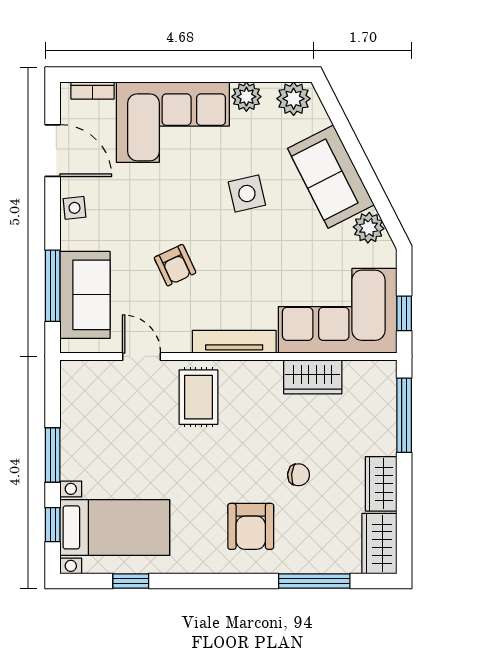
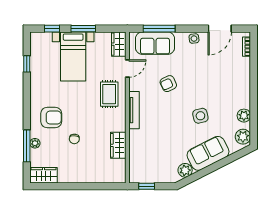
corner sofa: (173, 122) -> (232, 83), removed
corner sofa: (338, 311) -> (148, 156), removed
rug: (198, 397) -> (109, 94), turned 90
window: (404, 415) -> (101, 186), removed
wardrobe: (381, 484) -> (119, 44), moved, turned -90
armchair: (251, 526) -> (51, 117), turned 180
bed with nightstands: (115, 527) -> (73, 57), moved
plant: (308, 563) -> (35, 143), added

